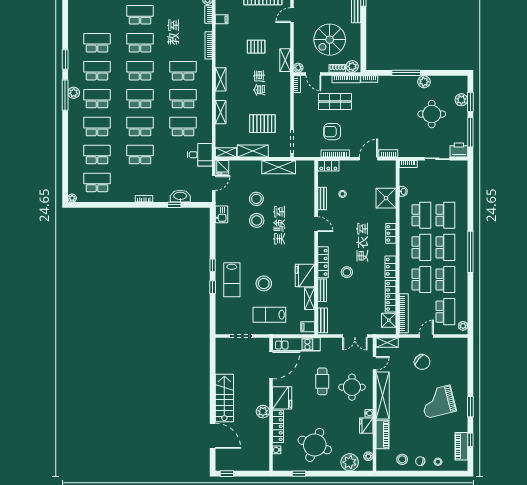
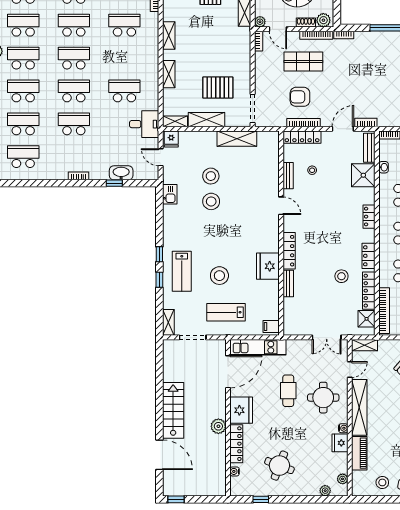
school desk: (183, 99) -> (124, 58), removed
locker: (328, 166) -> (302, 137), width x1.53
door: (214, 183) -> (161, 157), swing flipped
stool: (347, 272) -> (341, 276), moved
shelving: (310, 299) -> (168, 322), moved
bench: (323, 320) -> (369, 148), moved
round table: (315, 445) -> (279, 466), width x0.73, depth x0.73
plant: (350, 462) -> (325, 491), width x0.53, depth x0.53

